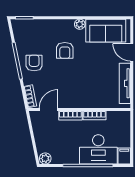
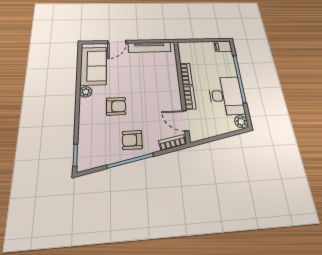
desk: (98, 149) -> (226, 96), moved

